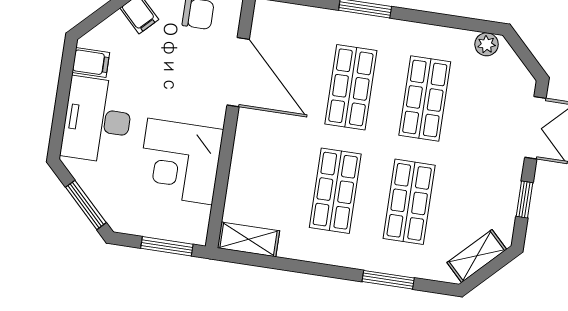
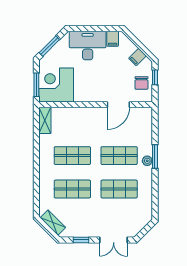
plant: (487, 44) -> (147, 161), moved
door: (238, 72) -> (118, 105), width x0.73
corner desk: (180, 161) -> (56, 85), moved
window: (388, 280) -> (36, 185), removed

